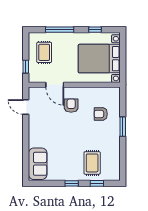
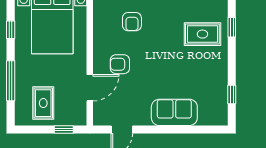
rug: (44, 52) -> (43, 103), turned 90
sofa: (38, 164) -> (174, 112), moved
window: (72, 183) -> (232, 94), moved

